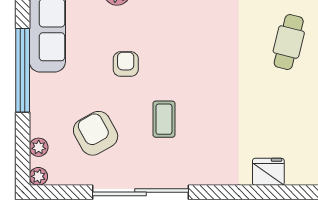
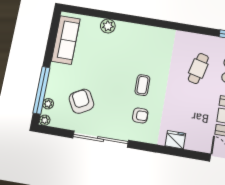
armchair: (126, 64) -> (140, 116), moved, turned 90
window: (23, 70) -> (42, 90), moved
coffee table: (164, 119) -> (142, 85), moved

